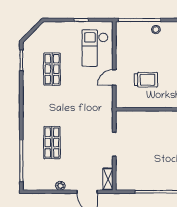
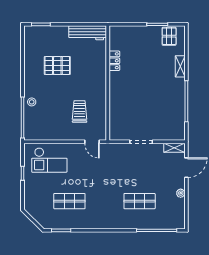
door: (114, 78) -> (92, 142), moved

